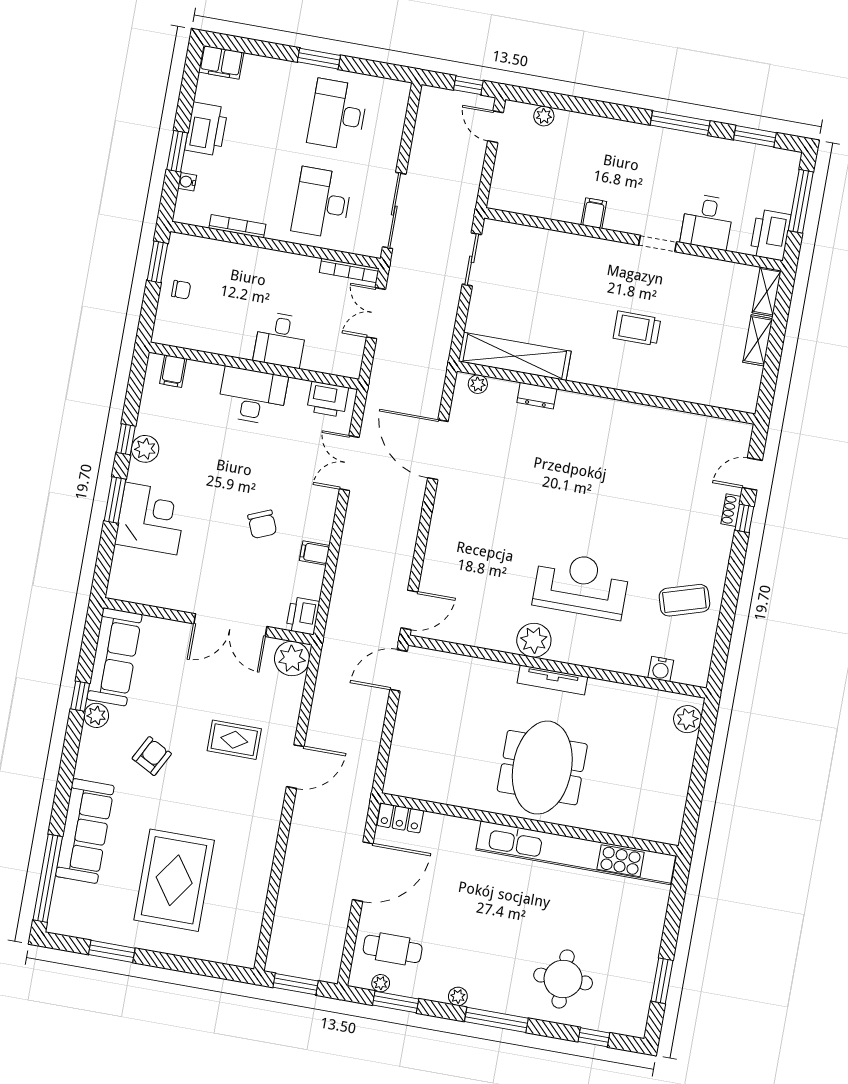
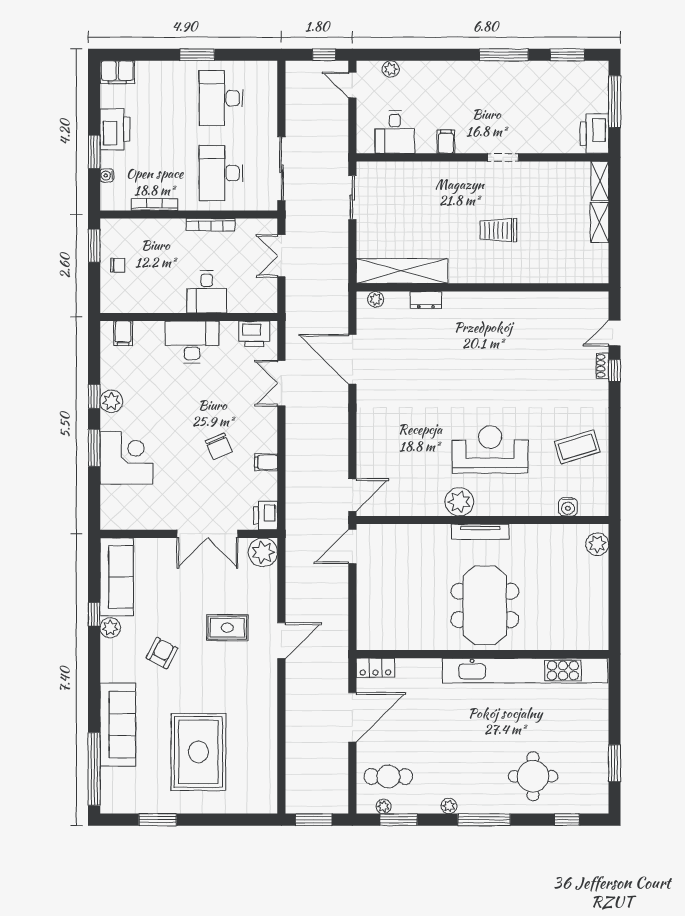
desk: (707, 222) -> (395, 132), moved
bookcase: (349, 270) -> (211, 225), moved

